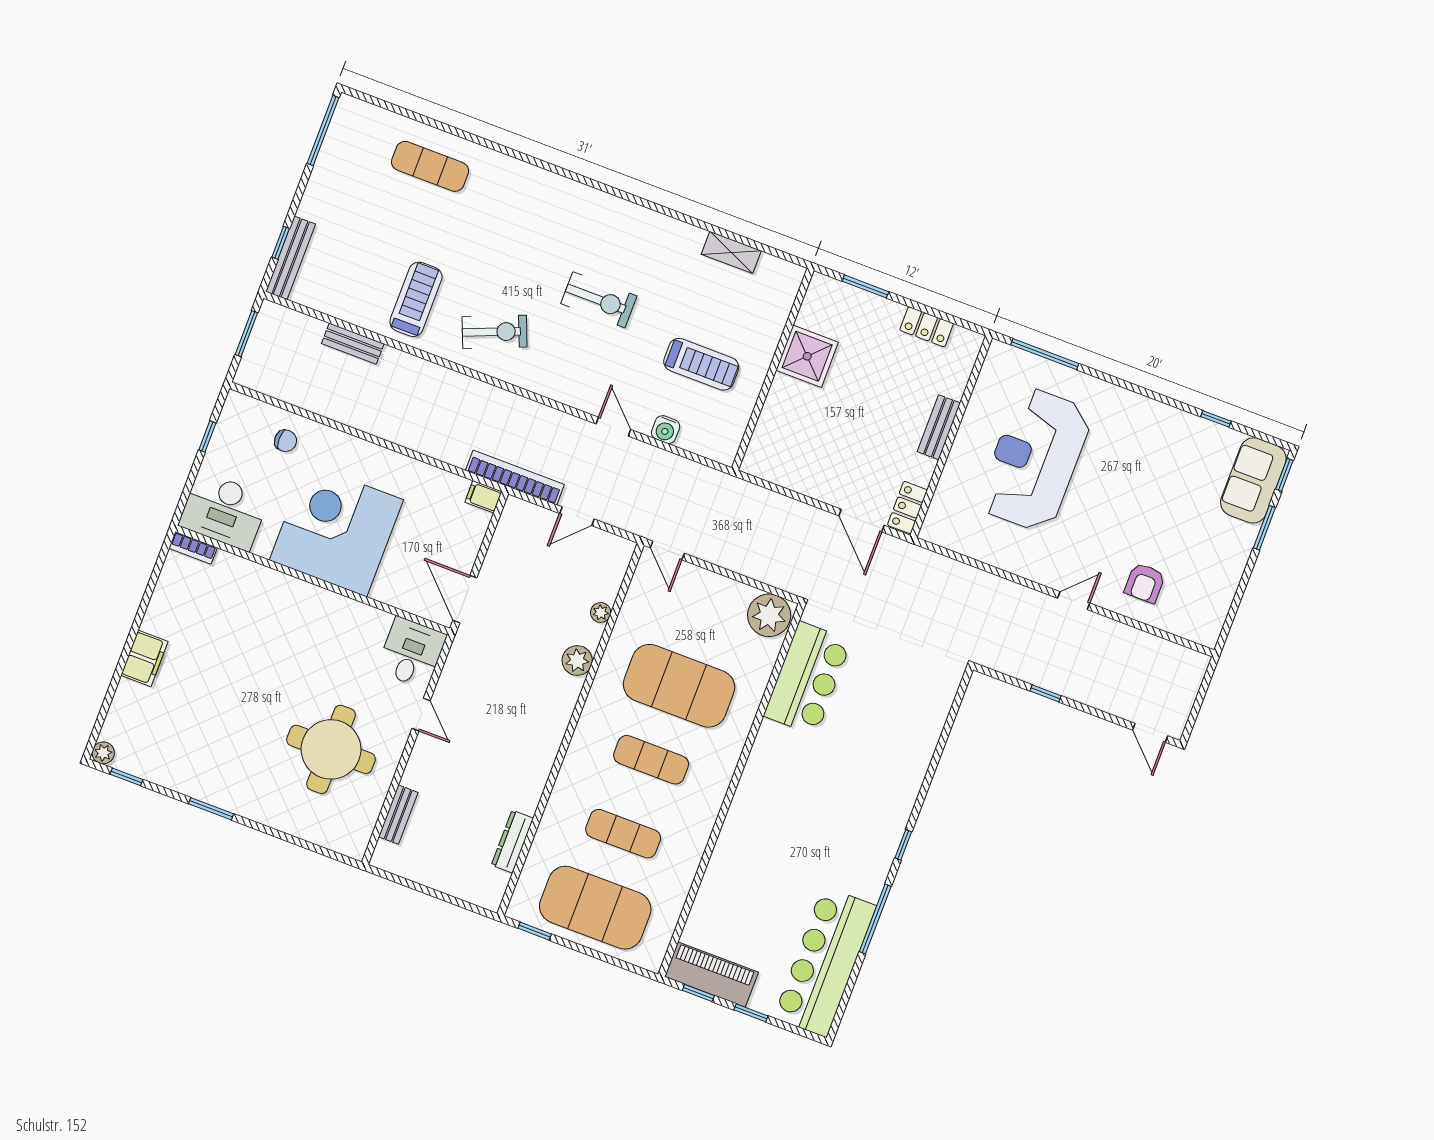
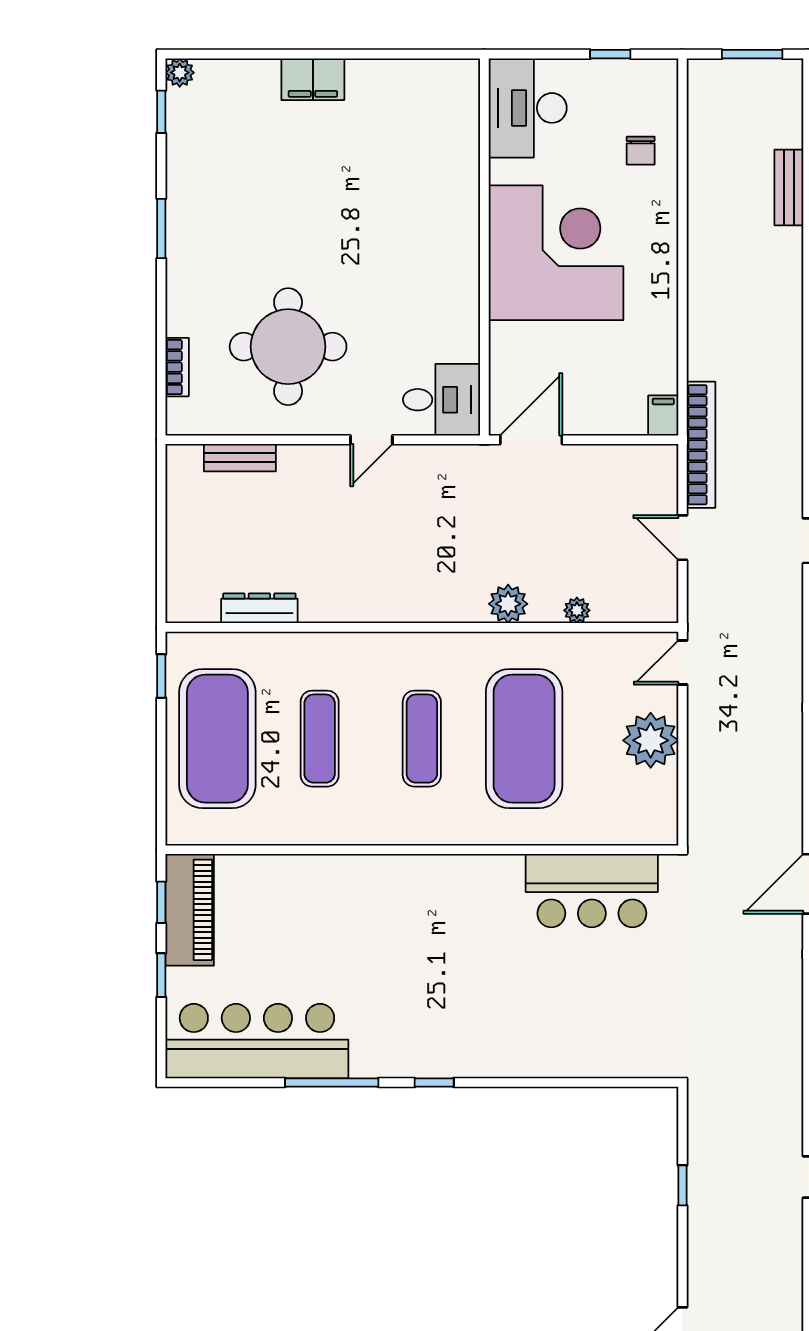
bookcase: (193, 548) -> (177, 367), moved, turned 180
plant: (769, 615) -> (651, 740), moved

